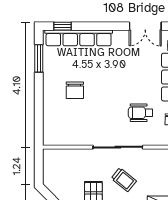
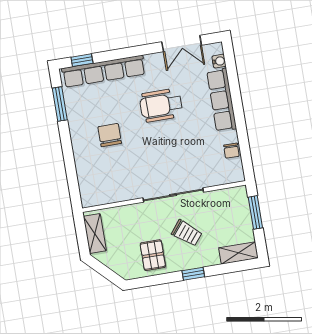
chair: (75, 90) -> (110, 135), turned 180
wheelchair: (141, 113) -> (161, 105), moved, width x1.36, depth x1.37
shelving: (50, 168) -> (95, 234), added

